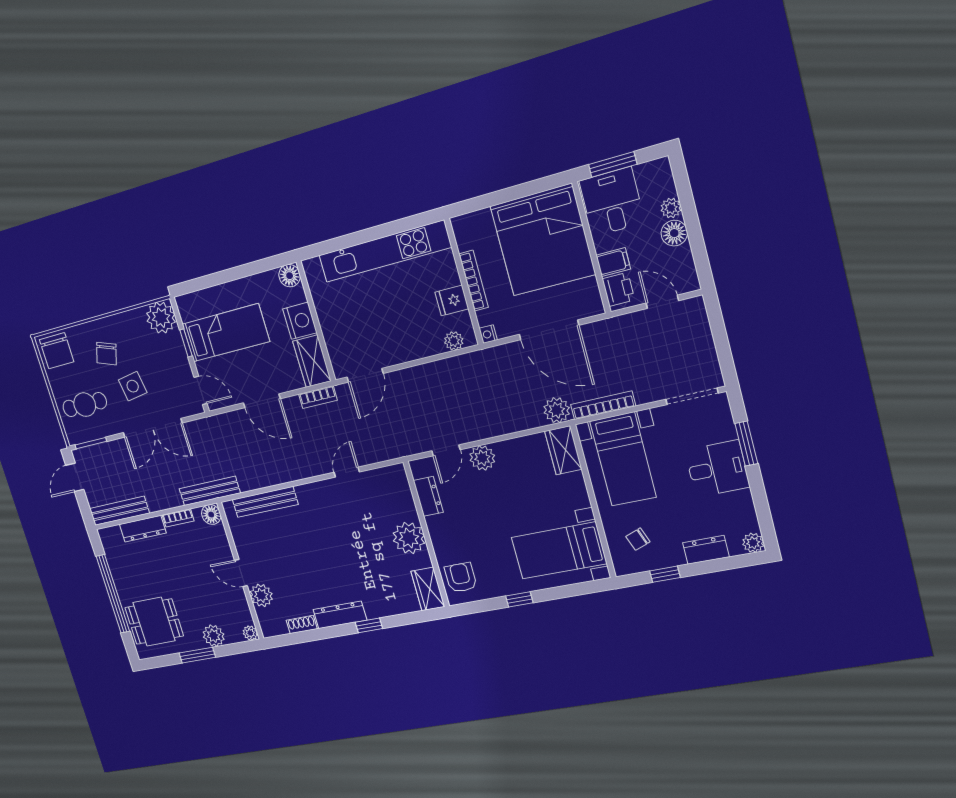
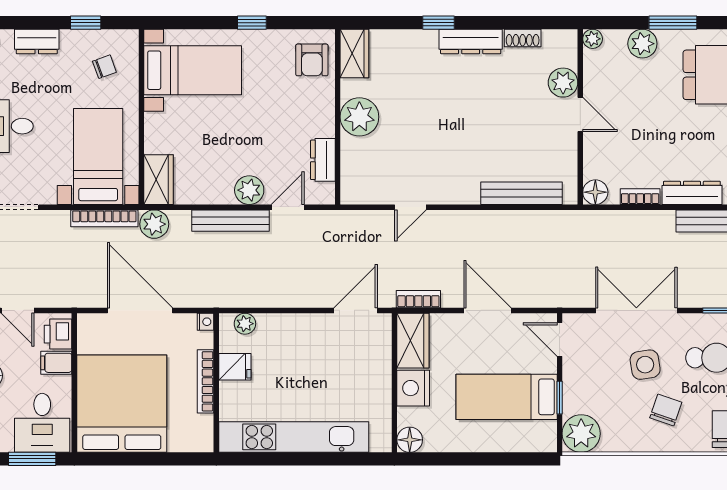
bench: (210, 491) -> (231, 221), moved

